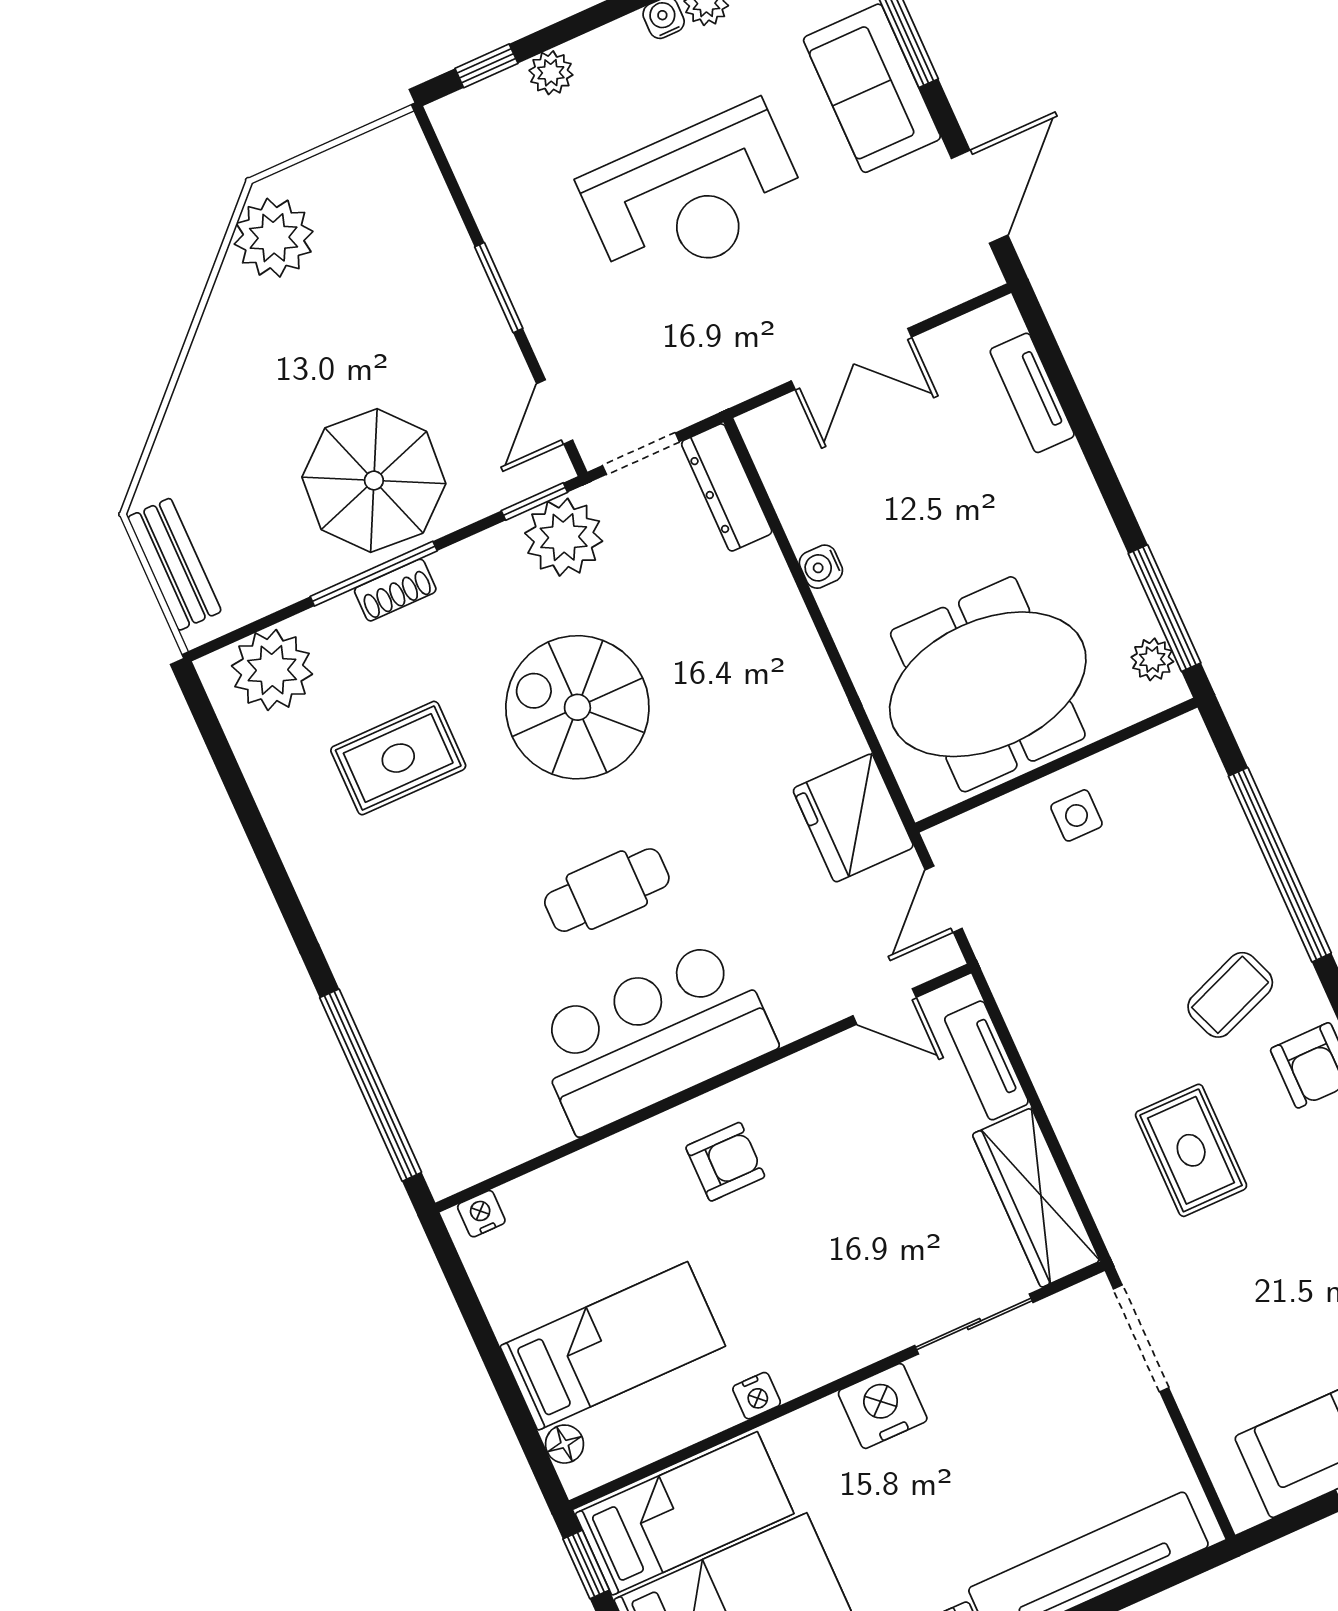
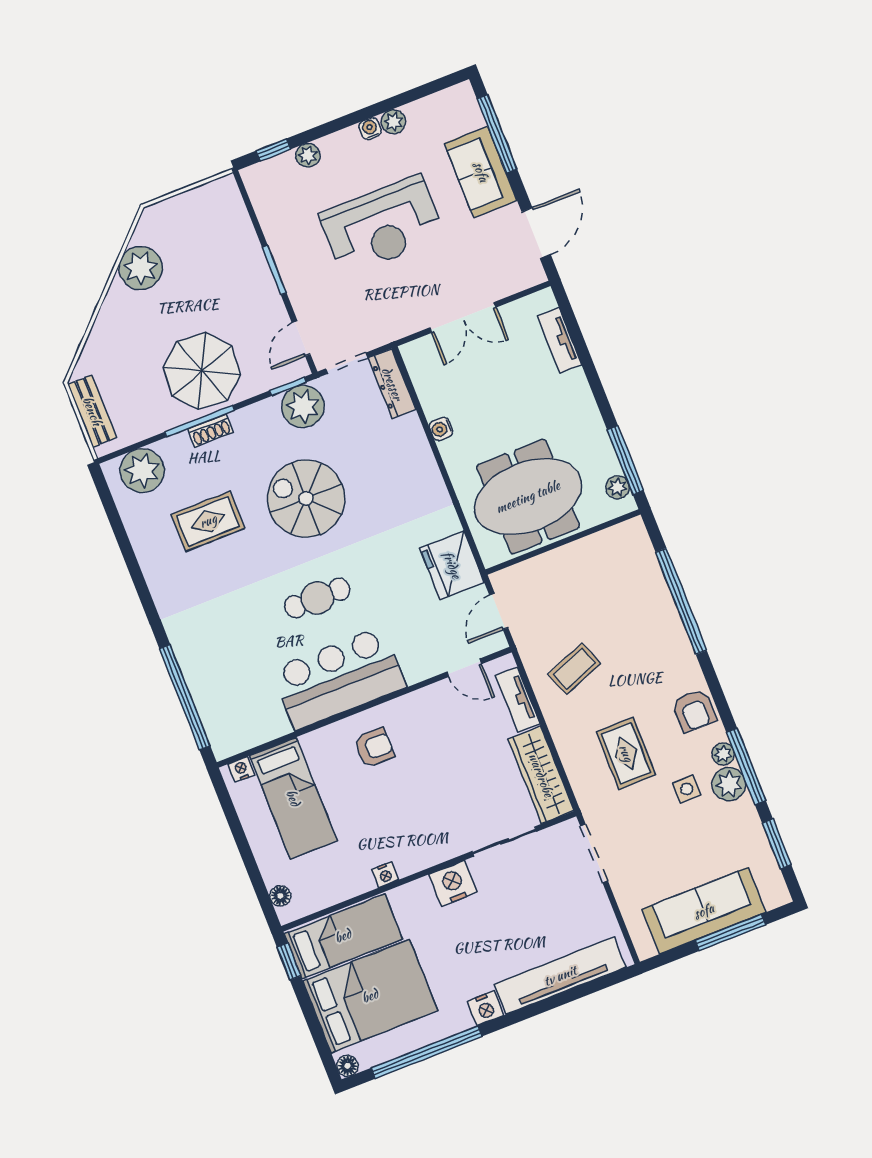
plant: (274, 238) -> (141, 268), moved
side table: (1077, 815) -> (687, 789), moved
coffee table: (1230, 995) -> (574, 669), moved
bed: (613, 1346) -> (293, 798), moved, turned 90

